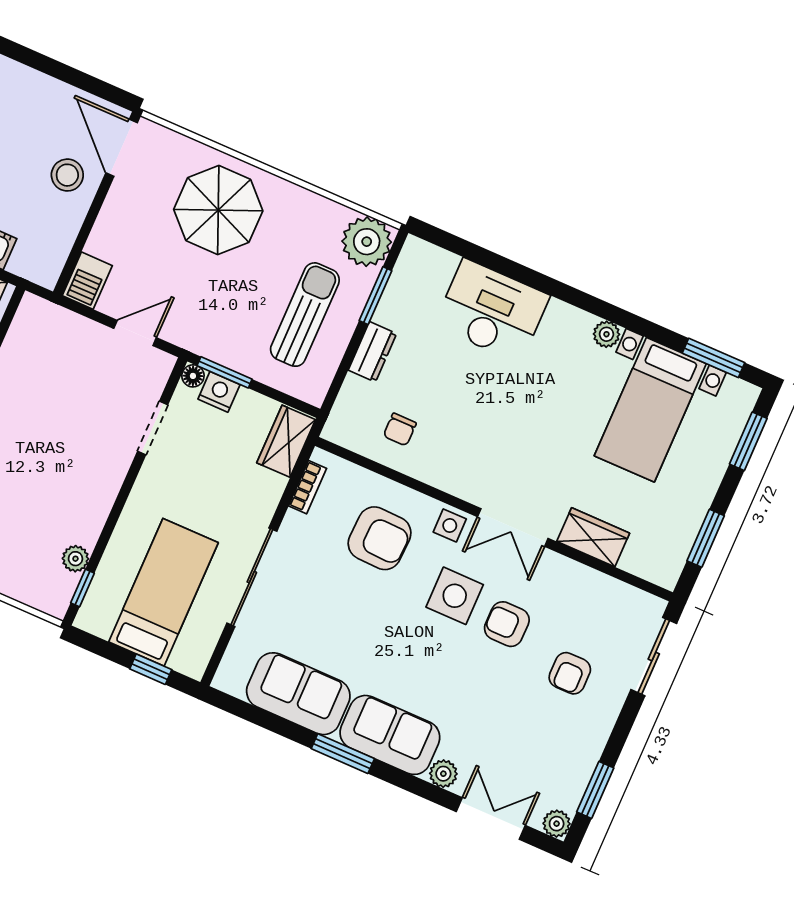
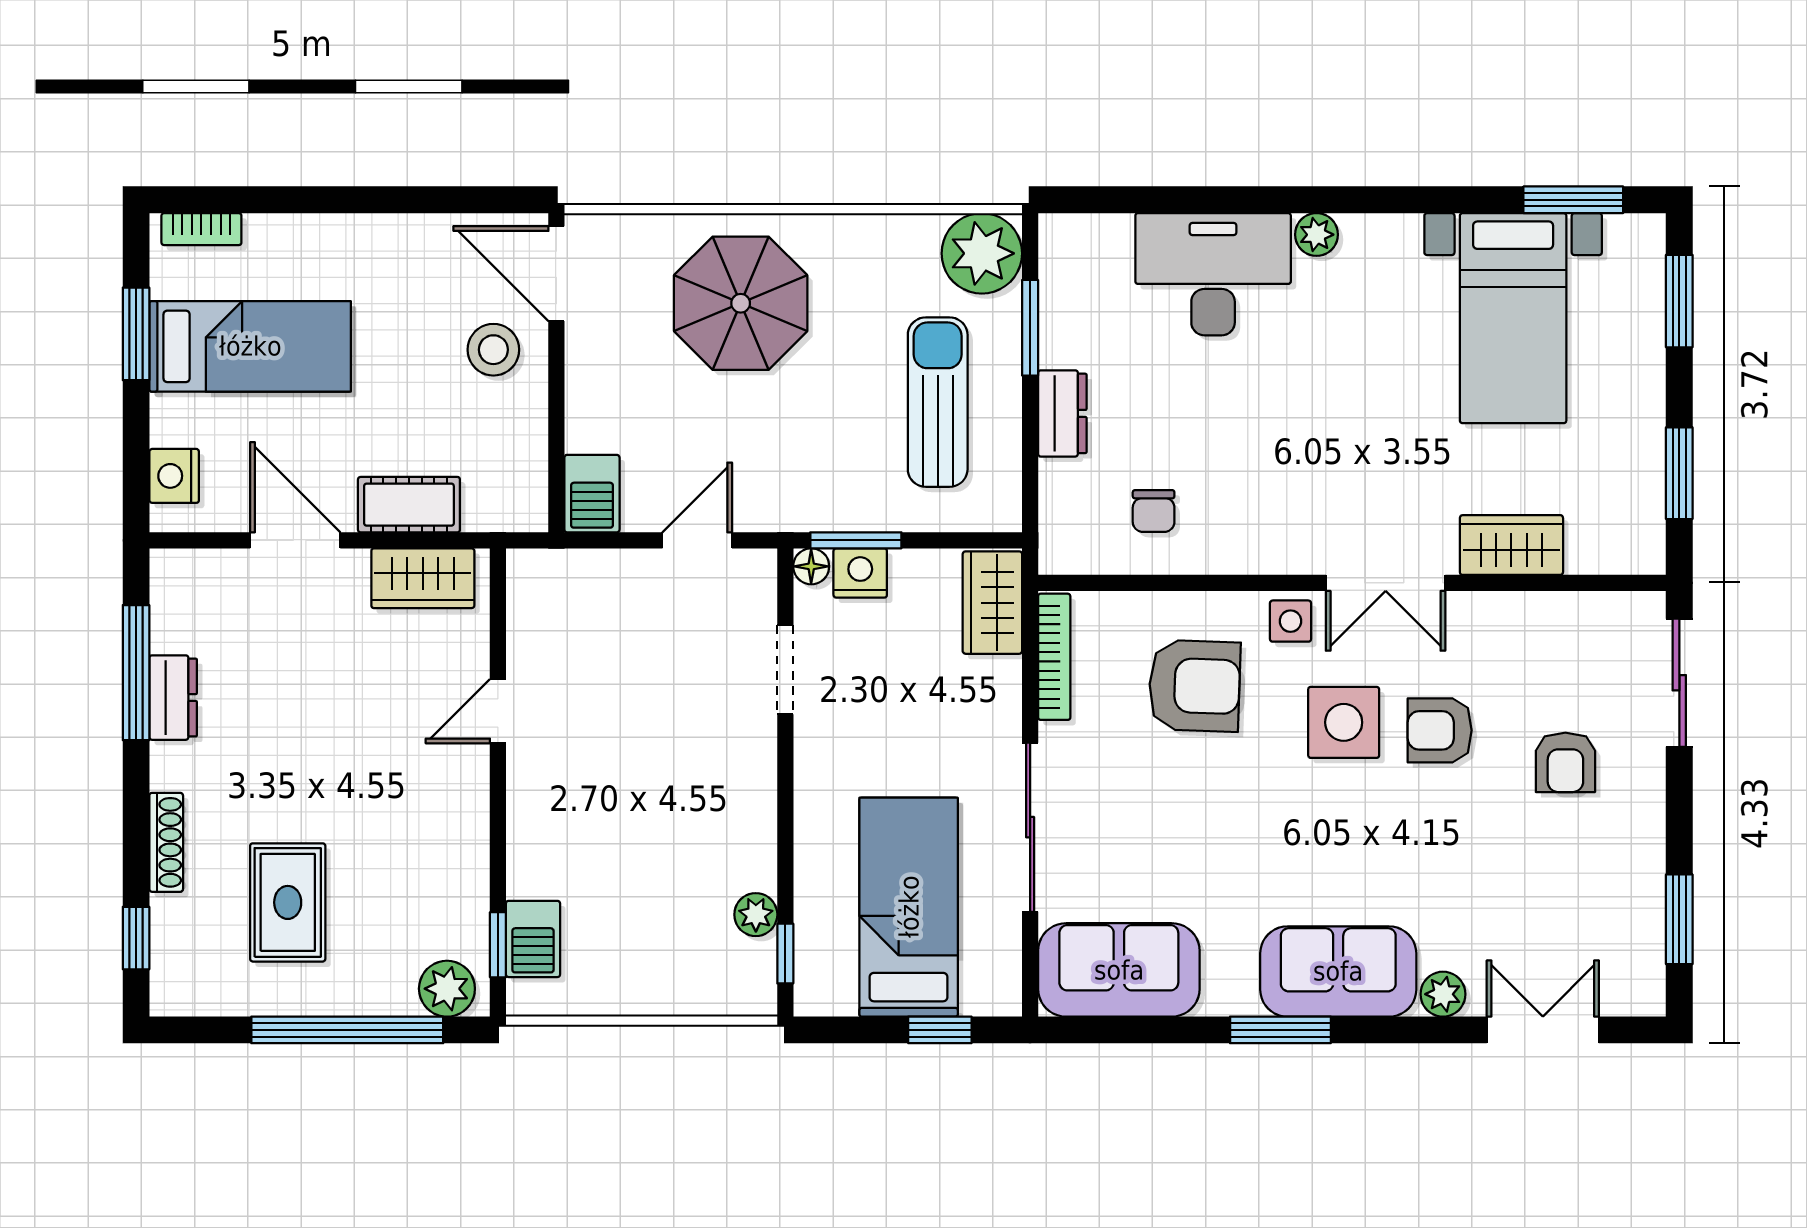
plant: (606, 334) -> (1316, 235), moved
bookcase: (308, 487) -> (1054, 657), width x1.56
sofa: (298, 694) -> (1119, 970), moved
plant: (557, 824) -> (1644, 995), removed

